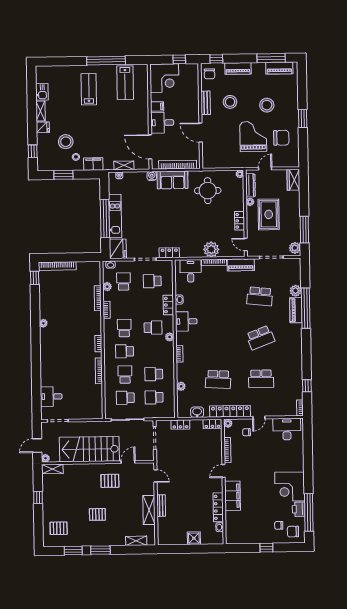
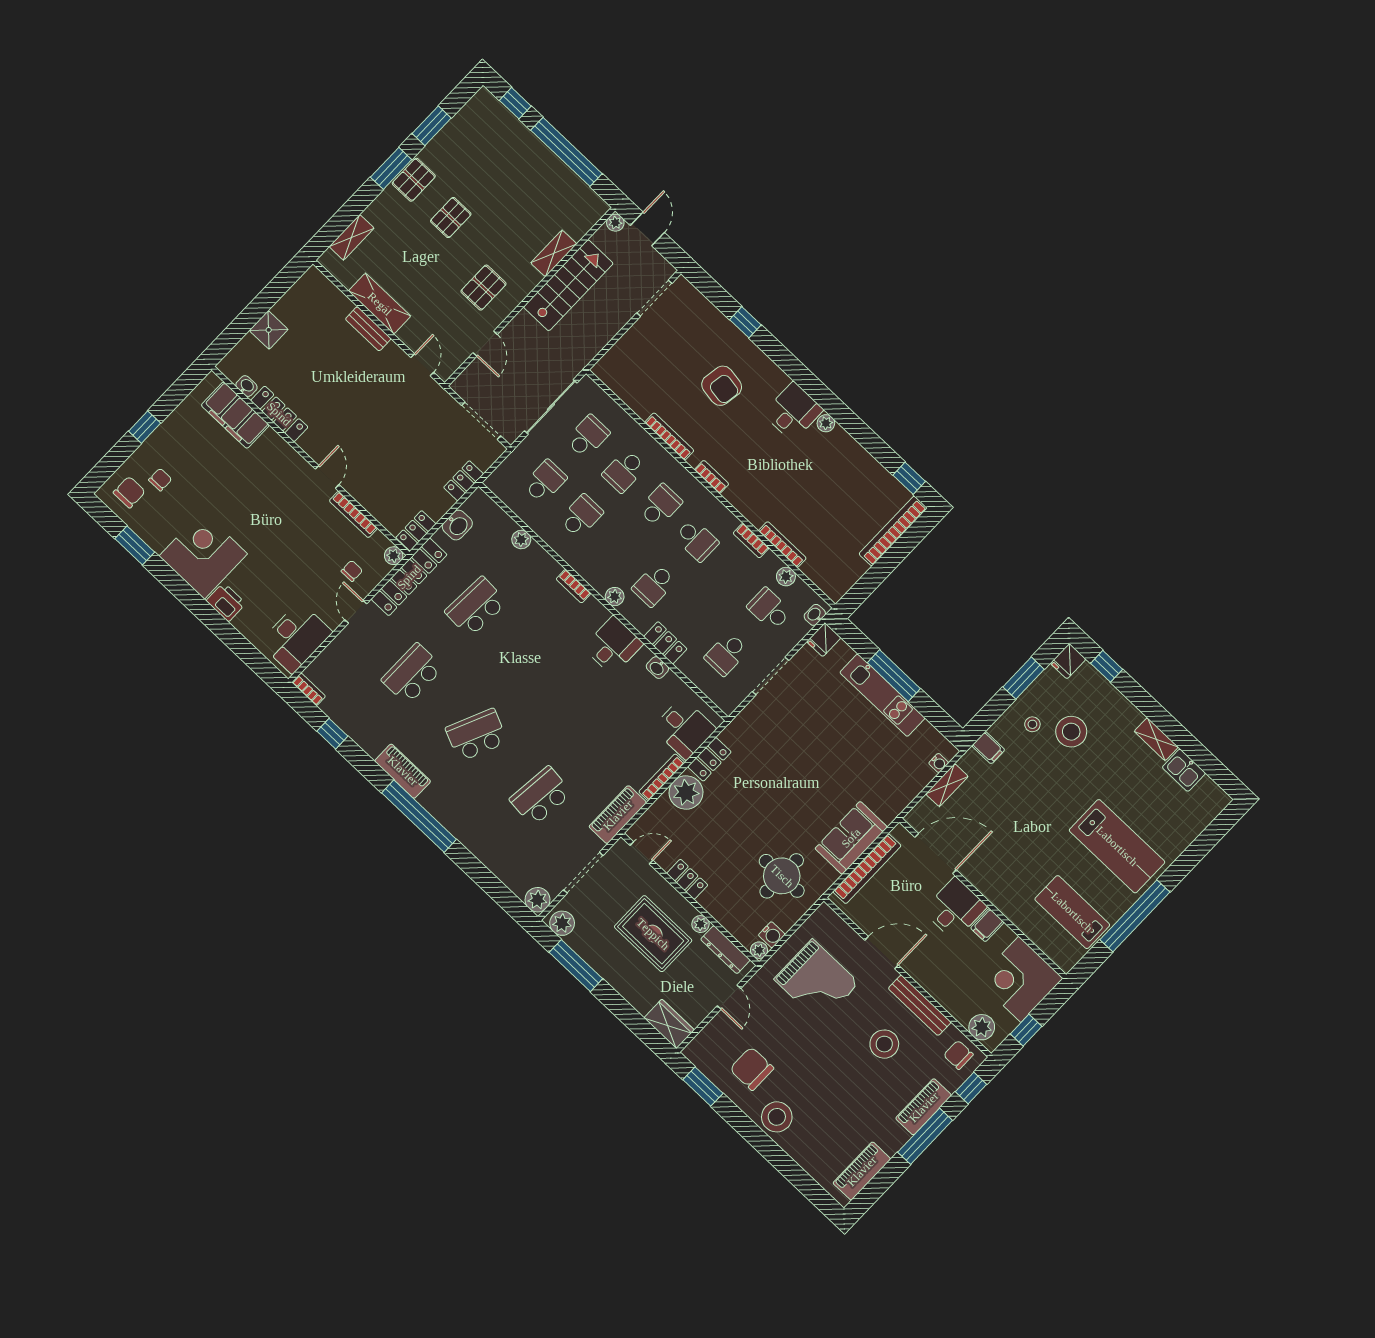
window: (271, 58) -> (925, 1136), moved
plant: (193, 75) -> (982, 1027), added
lab bench: (89, 89) -> (1117, 846), width x1.36, depth x1.39
bench: (206, 103) -> (920, 1005), width x1.36
stool: (267, 105) -> (777, 1117), moved
window: (303, 118) -> (703, 1087), moved
fridge: (43, 127) -> (1068, 661), moved
grand piano: (253, 136) -> (817, 981), moved
chair: (281, 138) -> (752, 1069), turned 90
filing cabinet: (93, 164) -> (988, 748), width x0.50
water cooler: (152, 176) -> (772, 935), moved
window: (105, 219) -> (894, 676), width x0.68
fridge: (118, 249) -> (824, 640), width x0.53, depth x0.75
locker: (169, 253) -> (709, 759), moved
school desk: (152, 281) -> (726, 654), turned 180
school desk: (123, 282) -> (769, 609), turned 180
plant: (295, 291) -> (538, 900), moved
window: (306, 308) -> (419, 816), moved
piano: (296, 310) -> (403, 771), moved
school desk: (260, 338) -> (476, 735), turned 45
armchair: (65, 370) -> (722, 386), added
school desk: (125, 375) -> (624, 471), turned 90
window: (36, 383) -> (745, 322), added
desk: (51, 396) -> (793, 412), moved
stairs: (89, 449) -> (568, 285), width x0.73, depth x0.66
shelving: (52, 469) -> (554, 253), moved
door: (155, 476) -> (422, 365), swing flipped
filing cabinet: (233, 496) -> (235, 415), moved
window: (38, 497) -> (566, 152), width x3.17
printer: (299, 509) -> (226, 602), moved
window: (309, 512) -> (135, 545), width x0.47
pallet: (59, 528) -> (414, 180), moved
window: (39, 530) -> (515, 103), added

